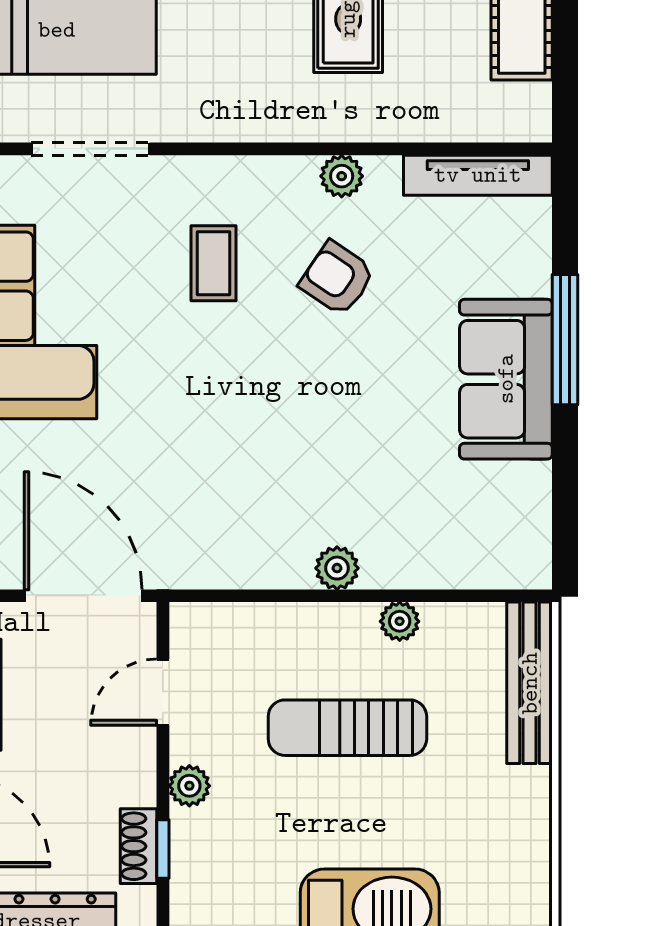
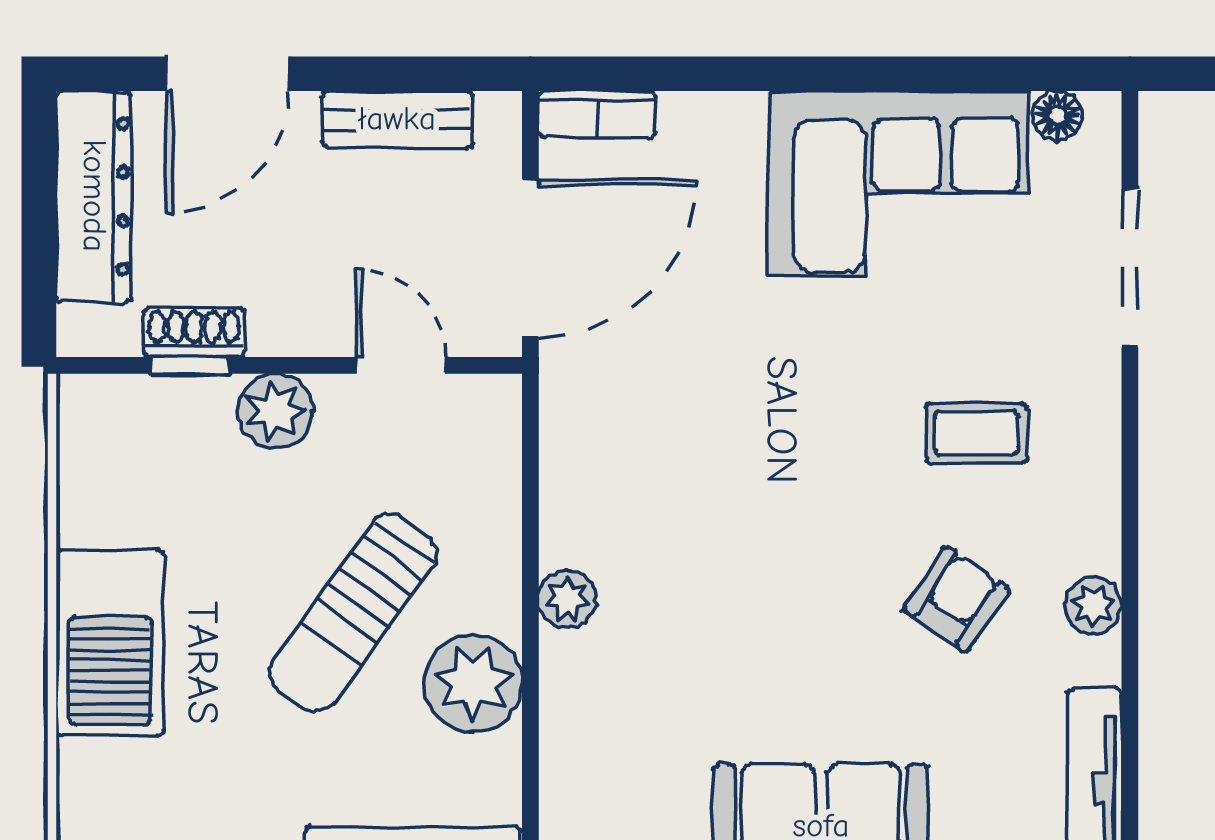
plant: (400, 621) -> (473, 683), width x1.88, depth x1.88
sun lounger: (347, 728) -> (353, 613), turned -144
plant: (189, 786) -> (275, 411), width x1.38, depth x1.38

